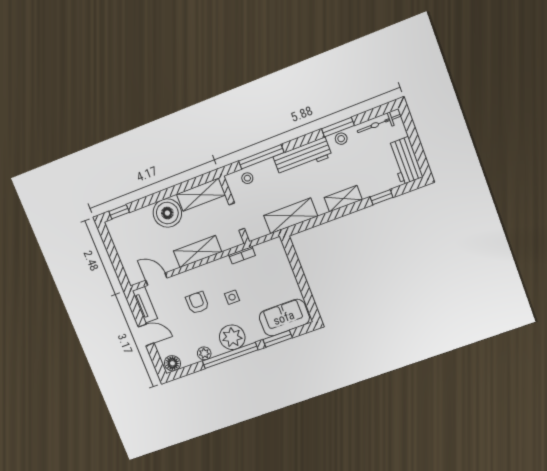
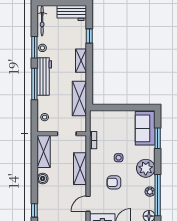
window: (261, 157) -> (34, 84), moved
boiler: (167, 213) -> (43, 179), width x0.54, depth x0.54
window: (230, 355) -> (158, 195), moved

